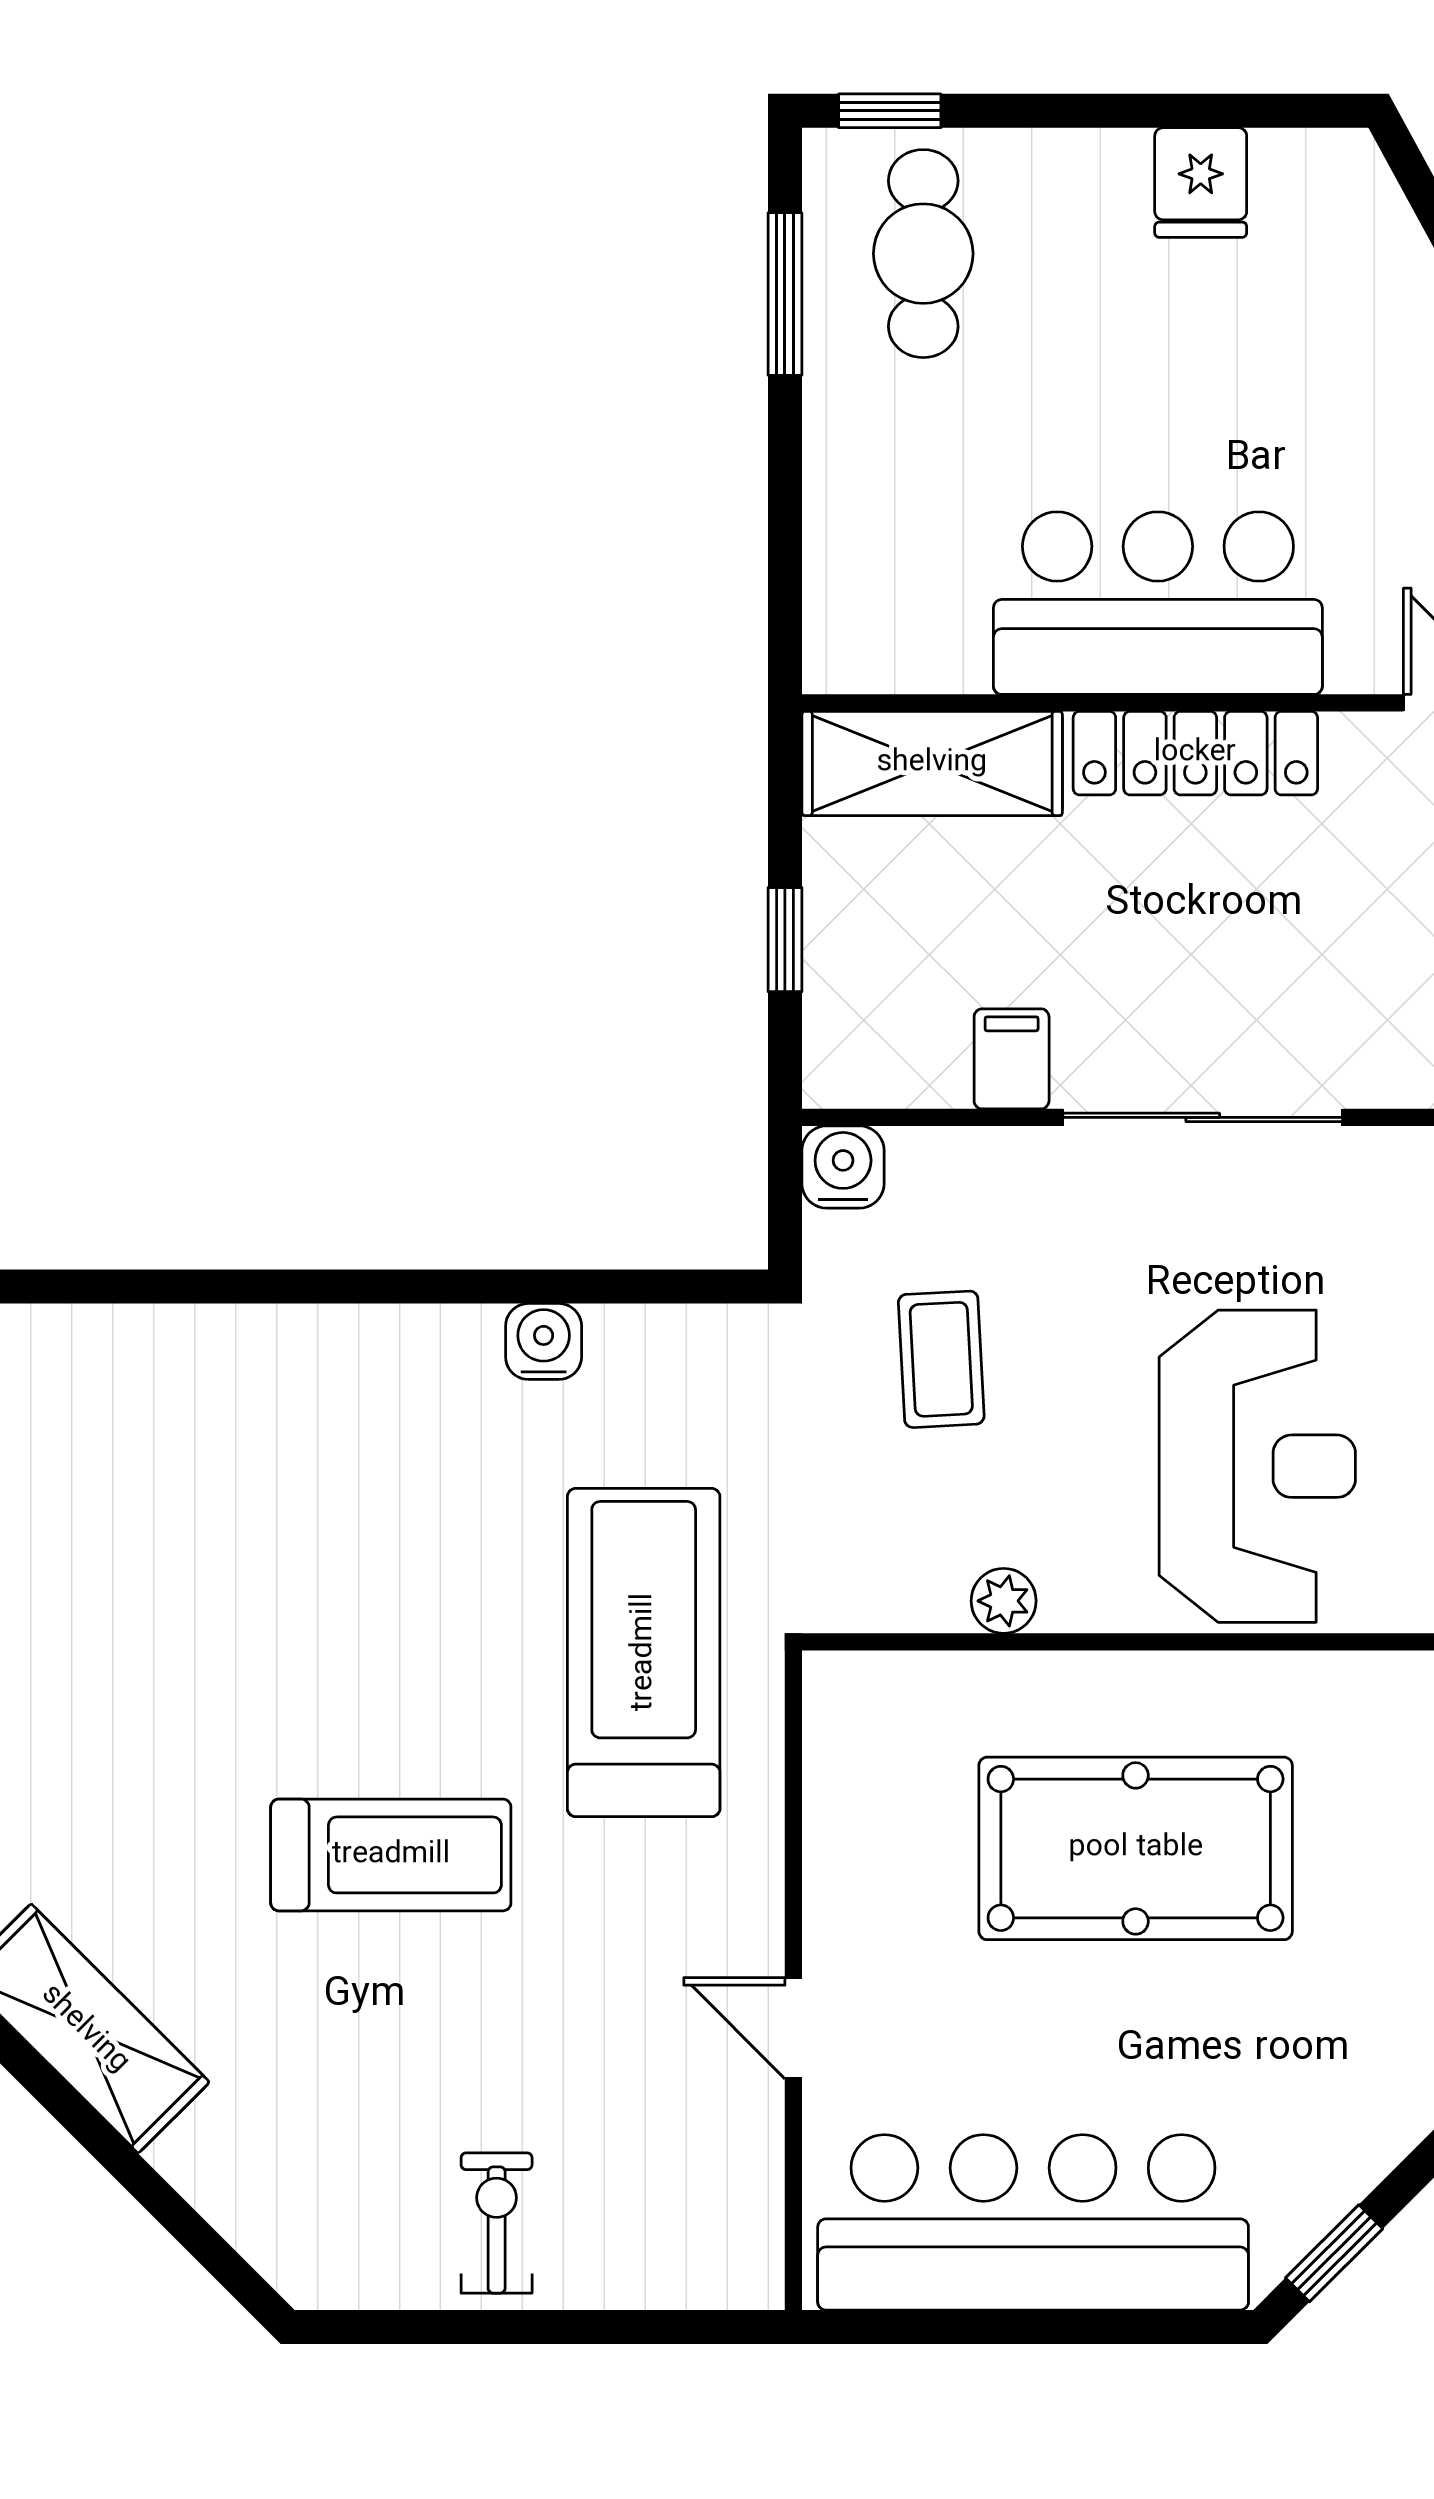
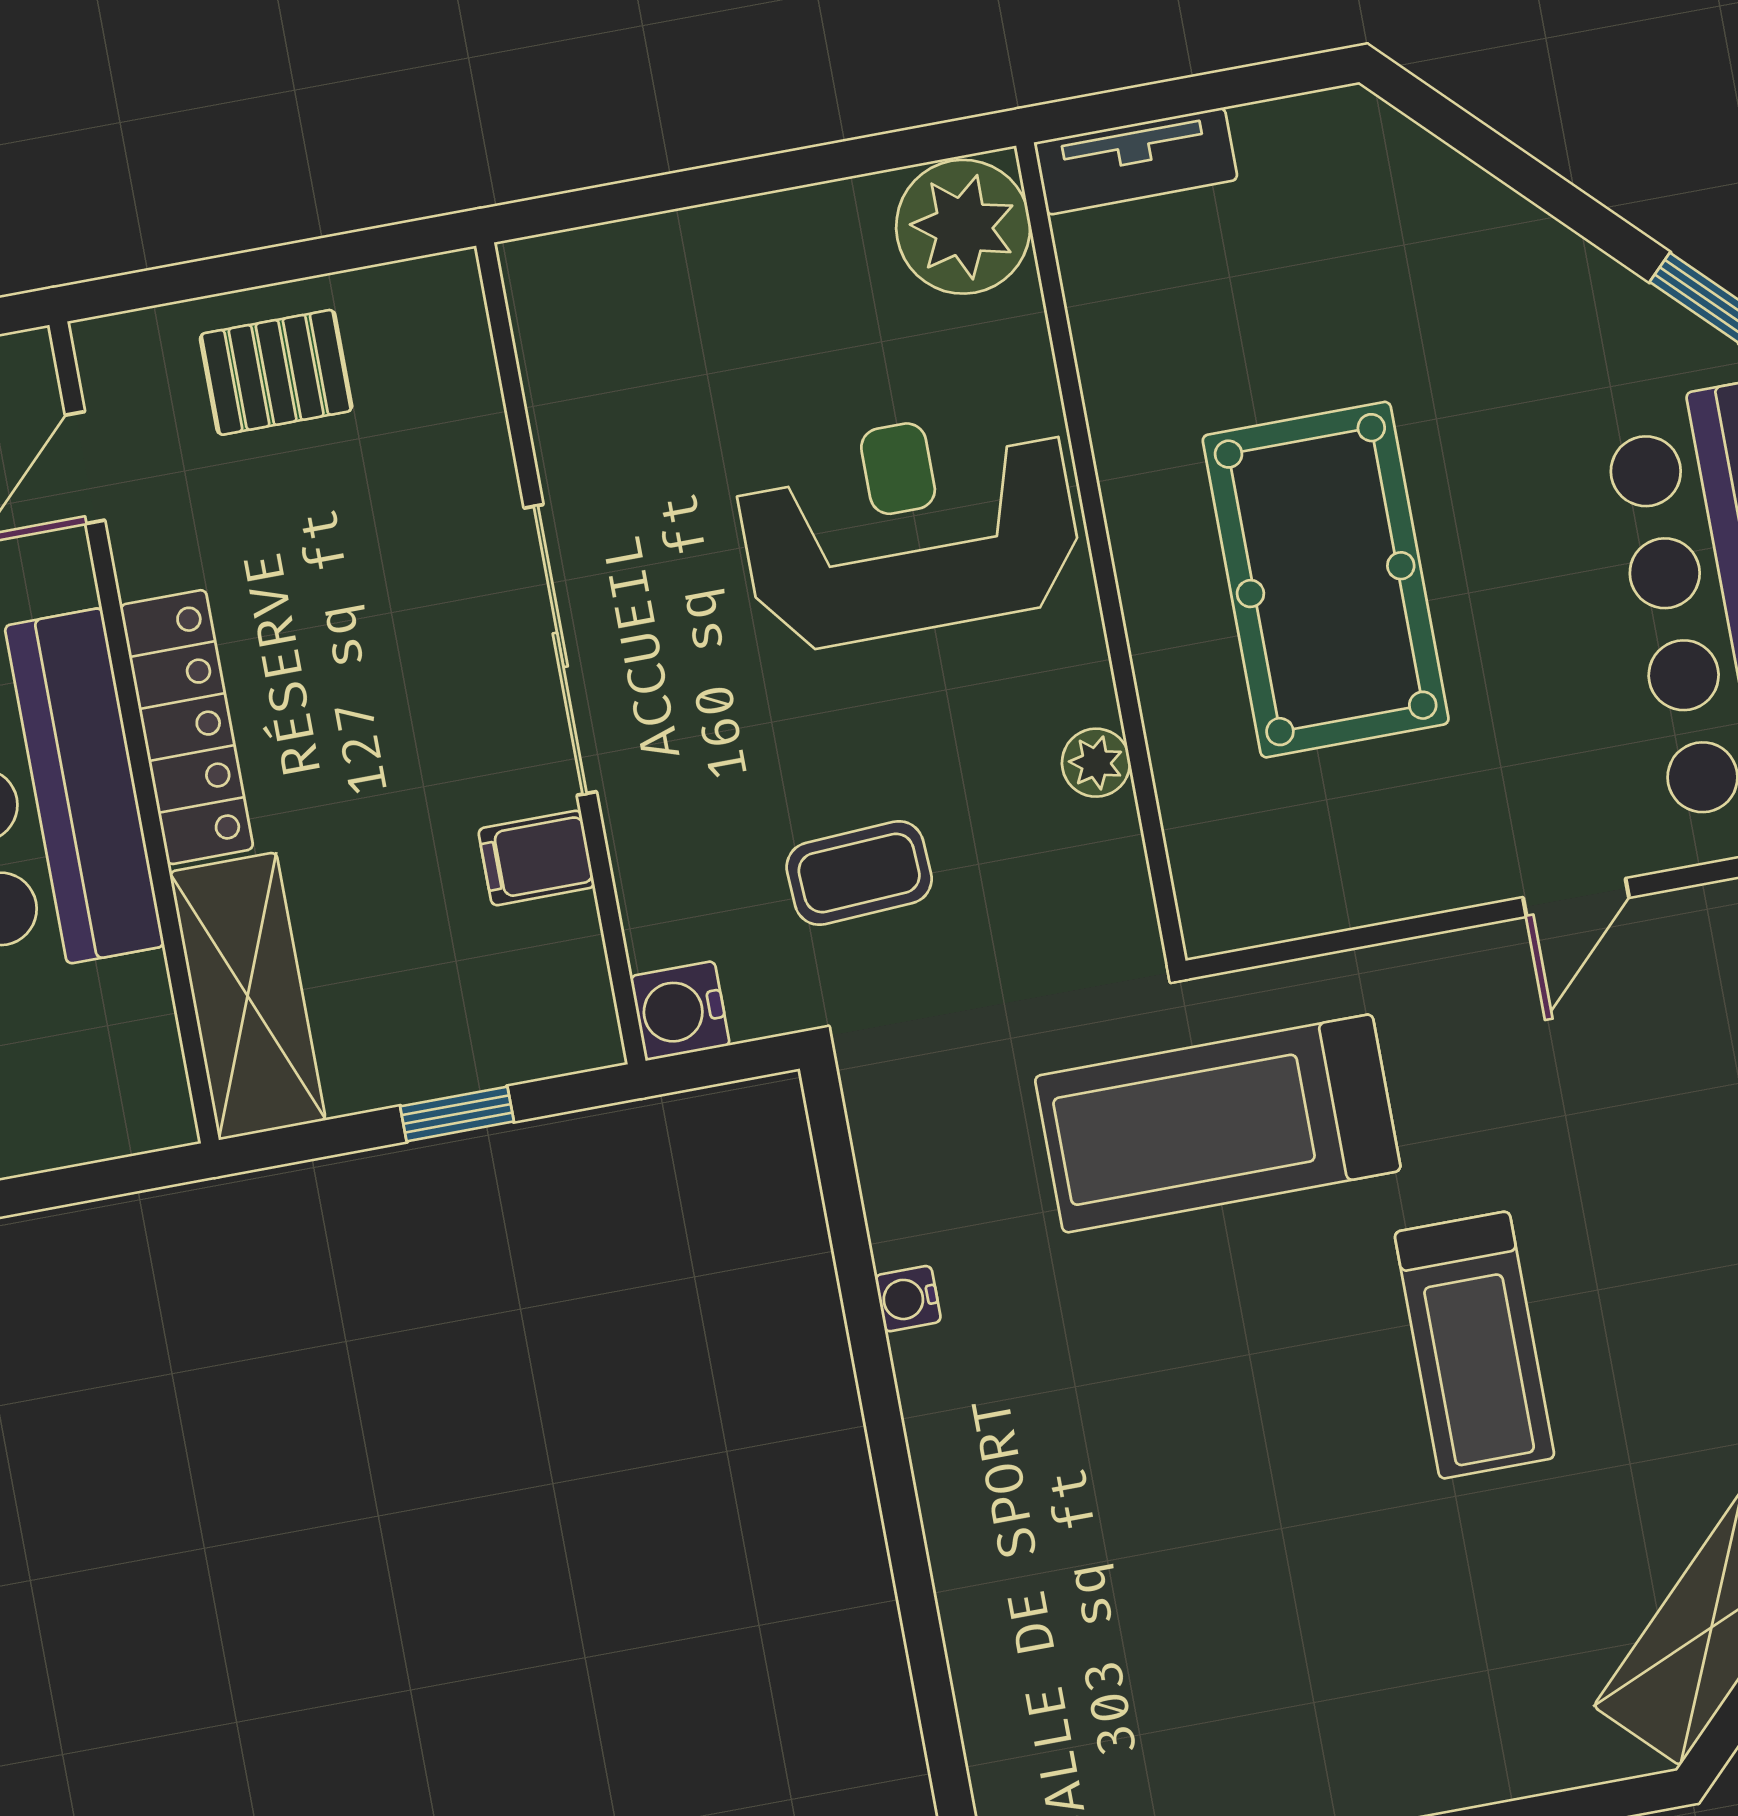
water cooler: (544, 1341) -> (908, 1299), width x0.72, depth x0.72
treadmill: (391, 1855) -> (1474, 1345), turned 180

